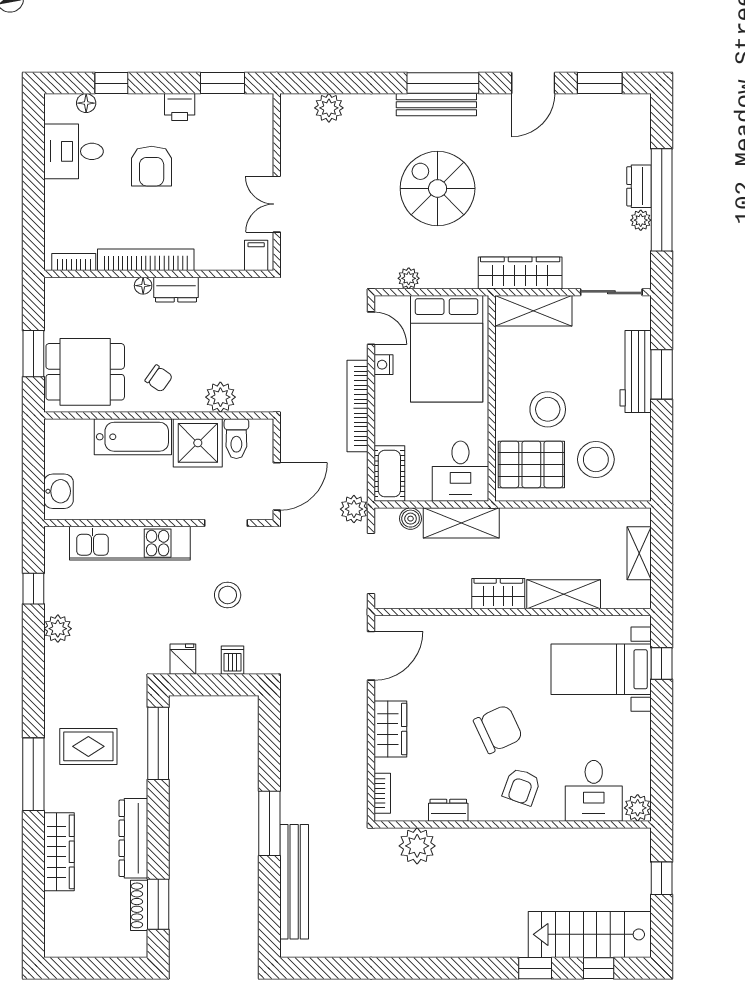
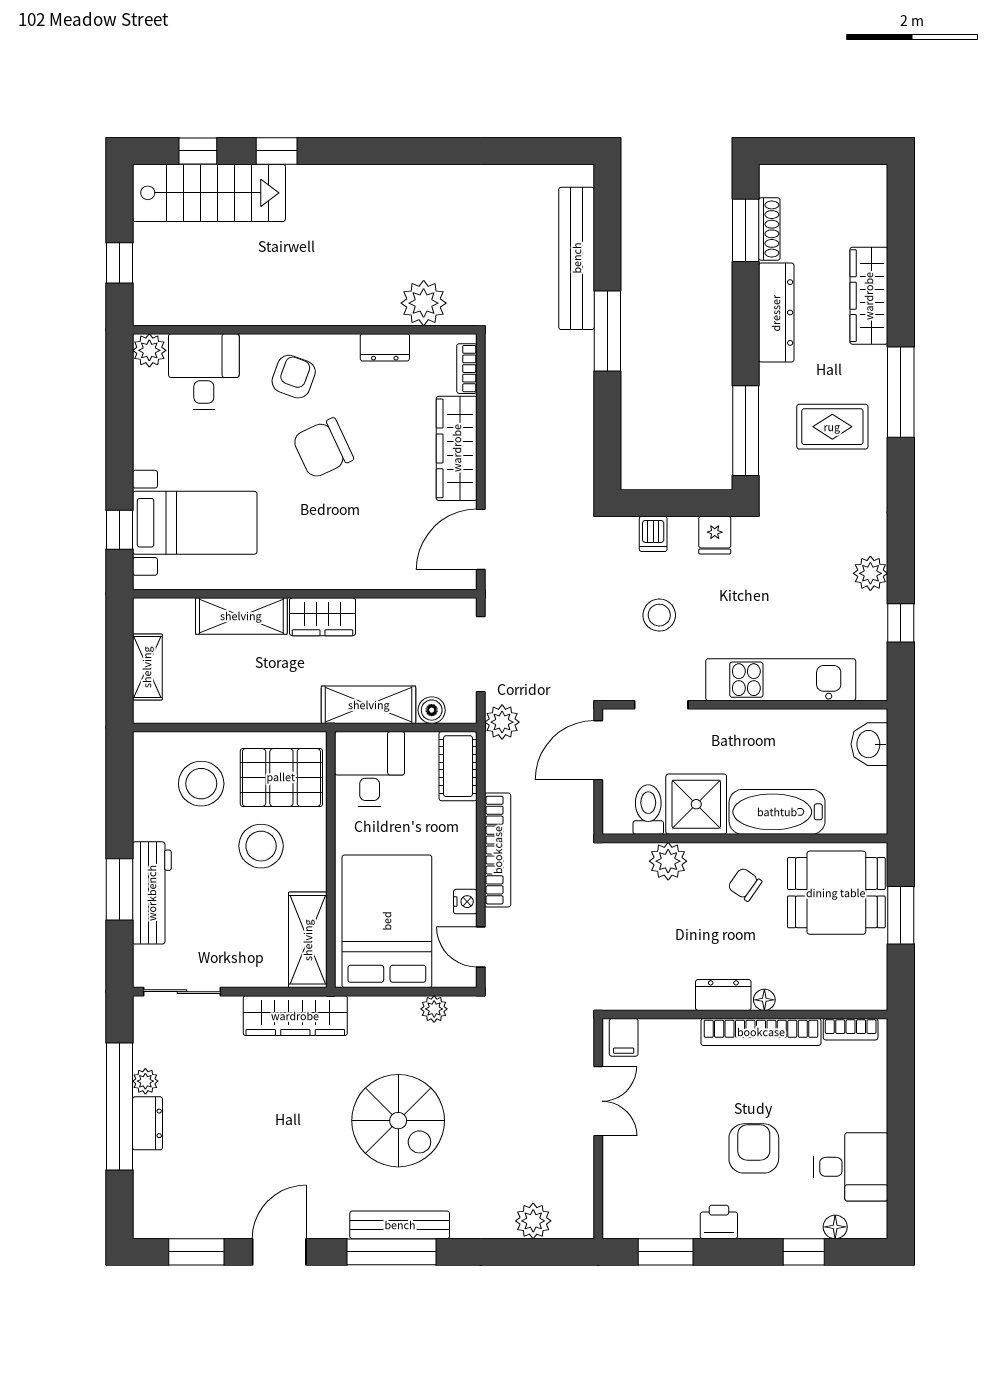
shelving: (533, 311) -> (308, 940), moved, turned 90
wardrobe: (390, 729) -> (457, 448), width x1.50

